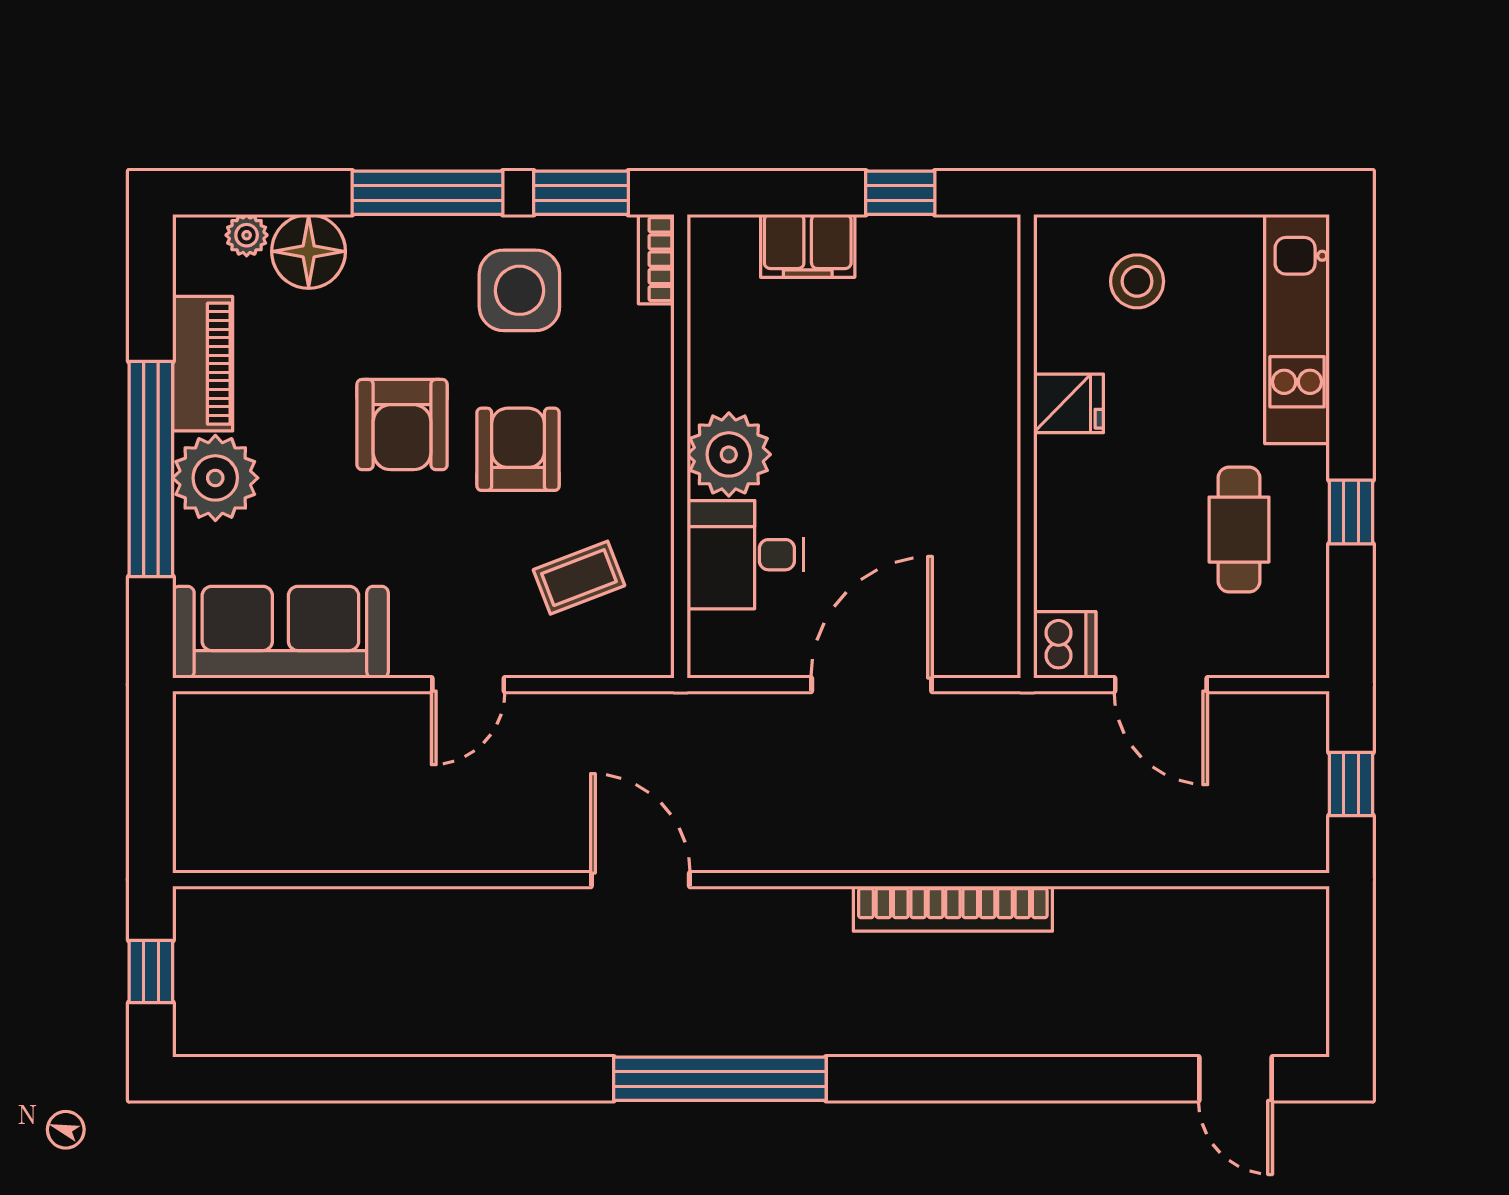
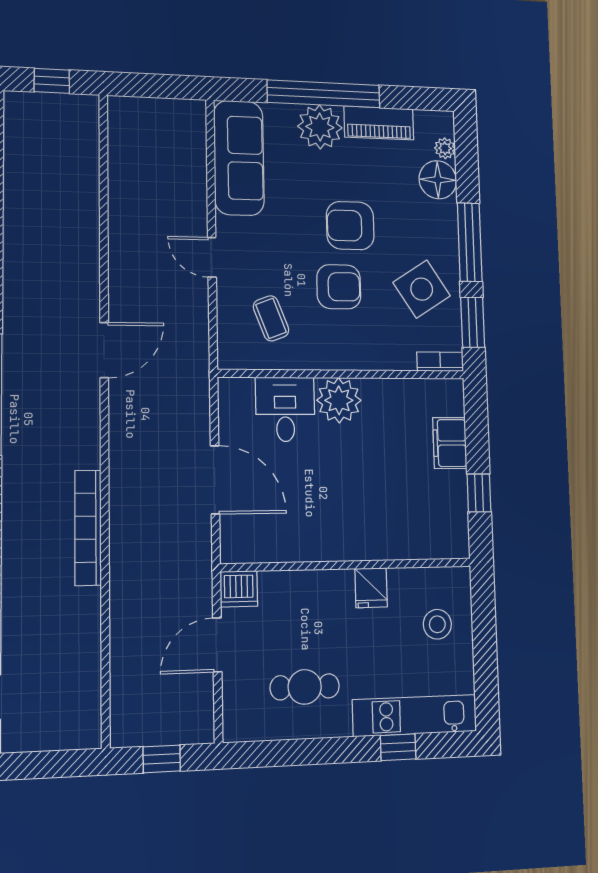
side table: (519, 290) -> (422, 289), turned -33
window: (1351, 512) -> (398, 747), moved

